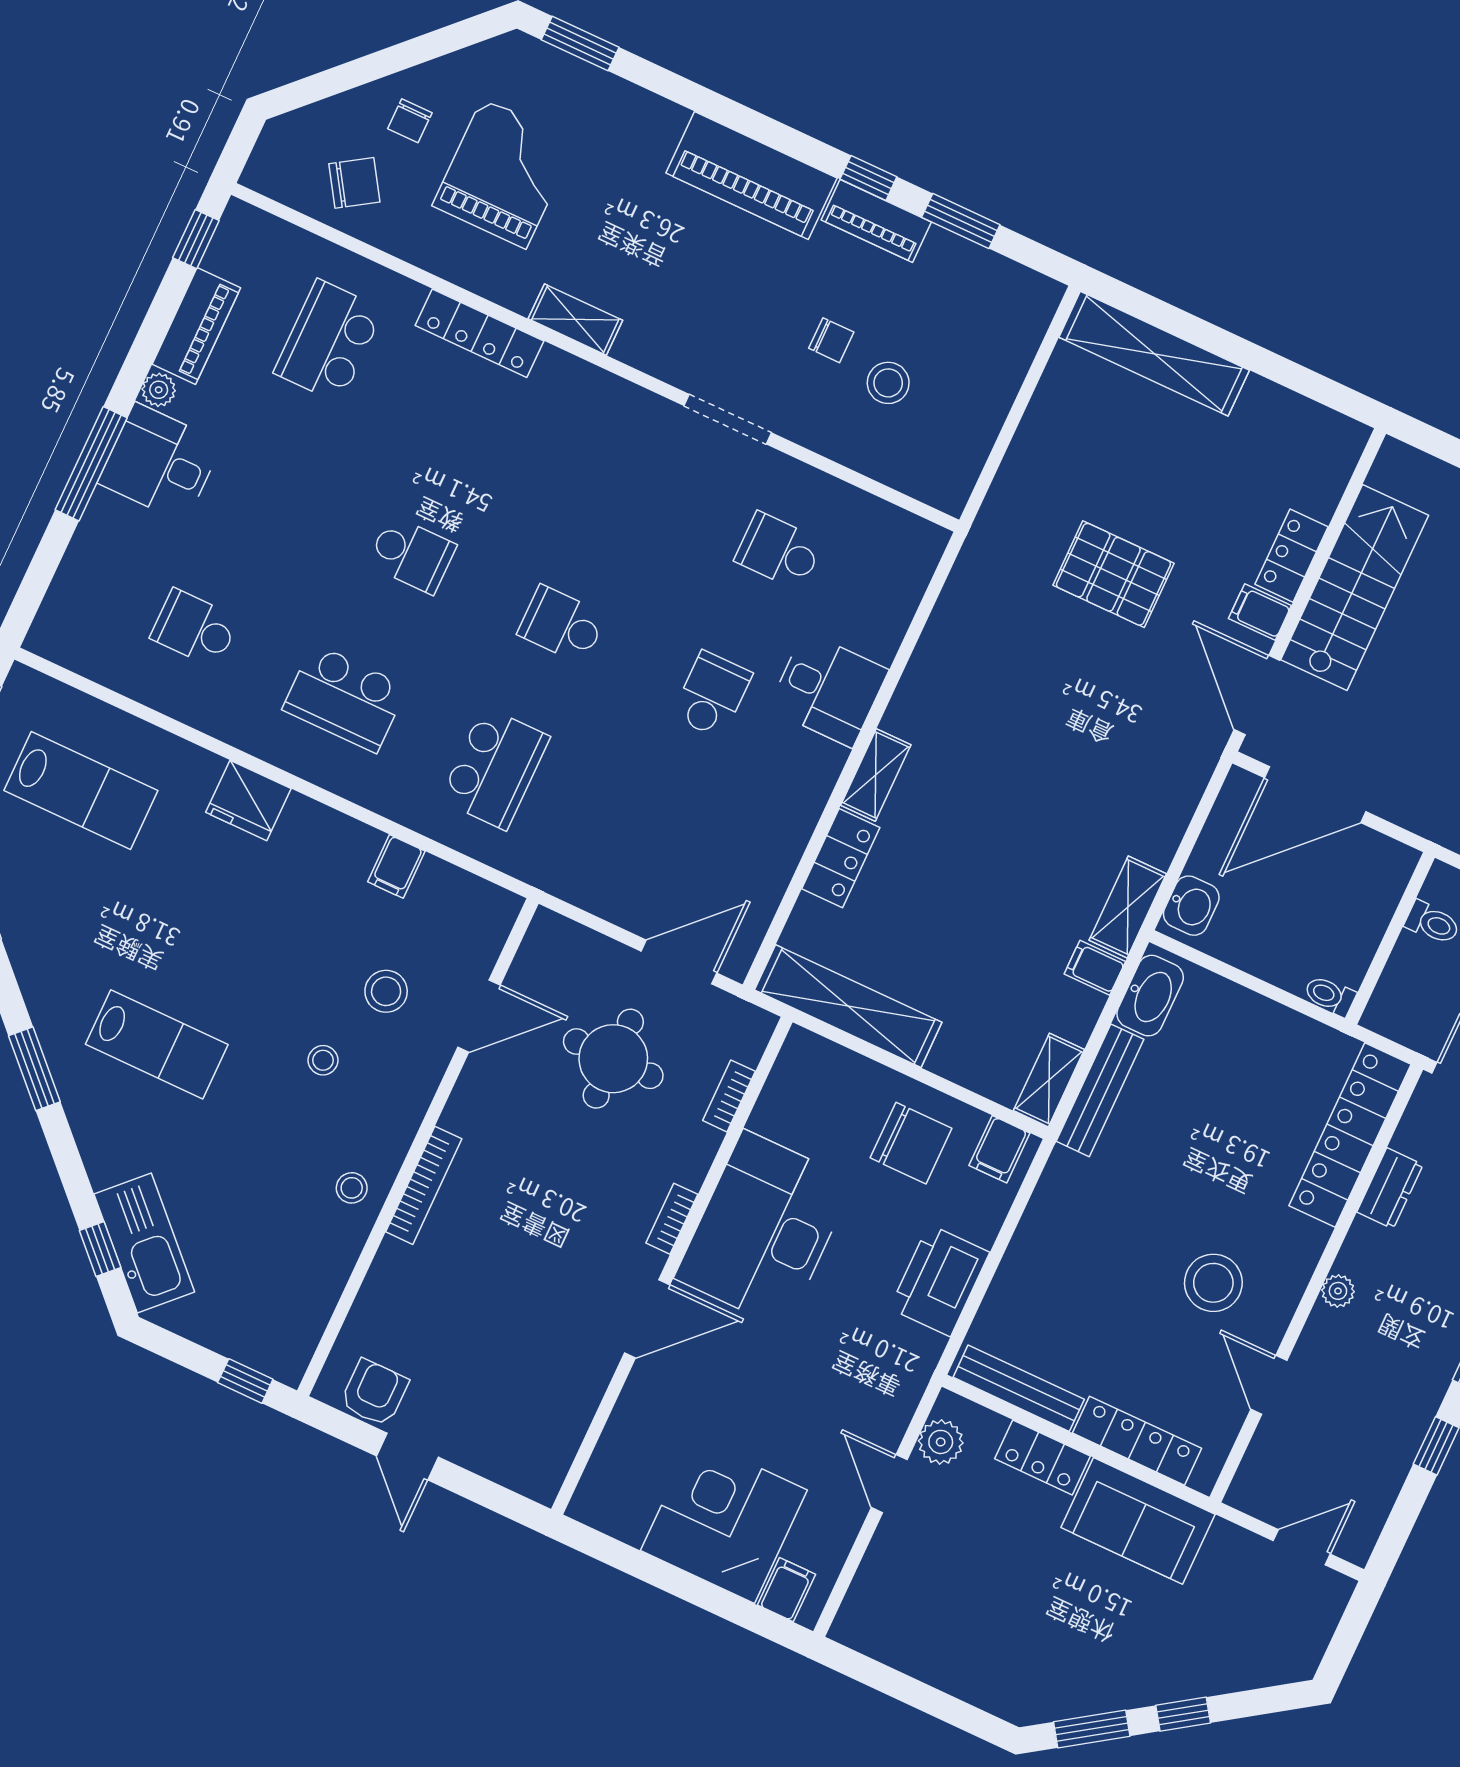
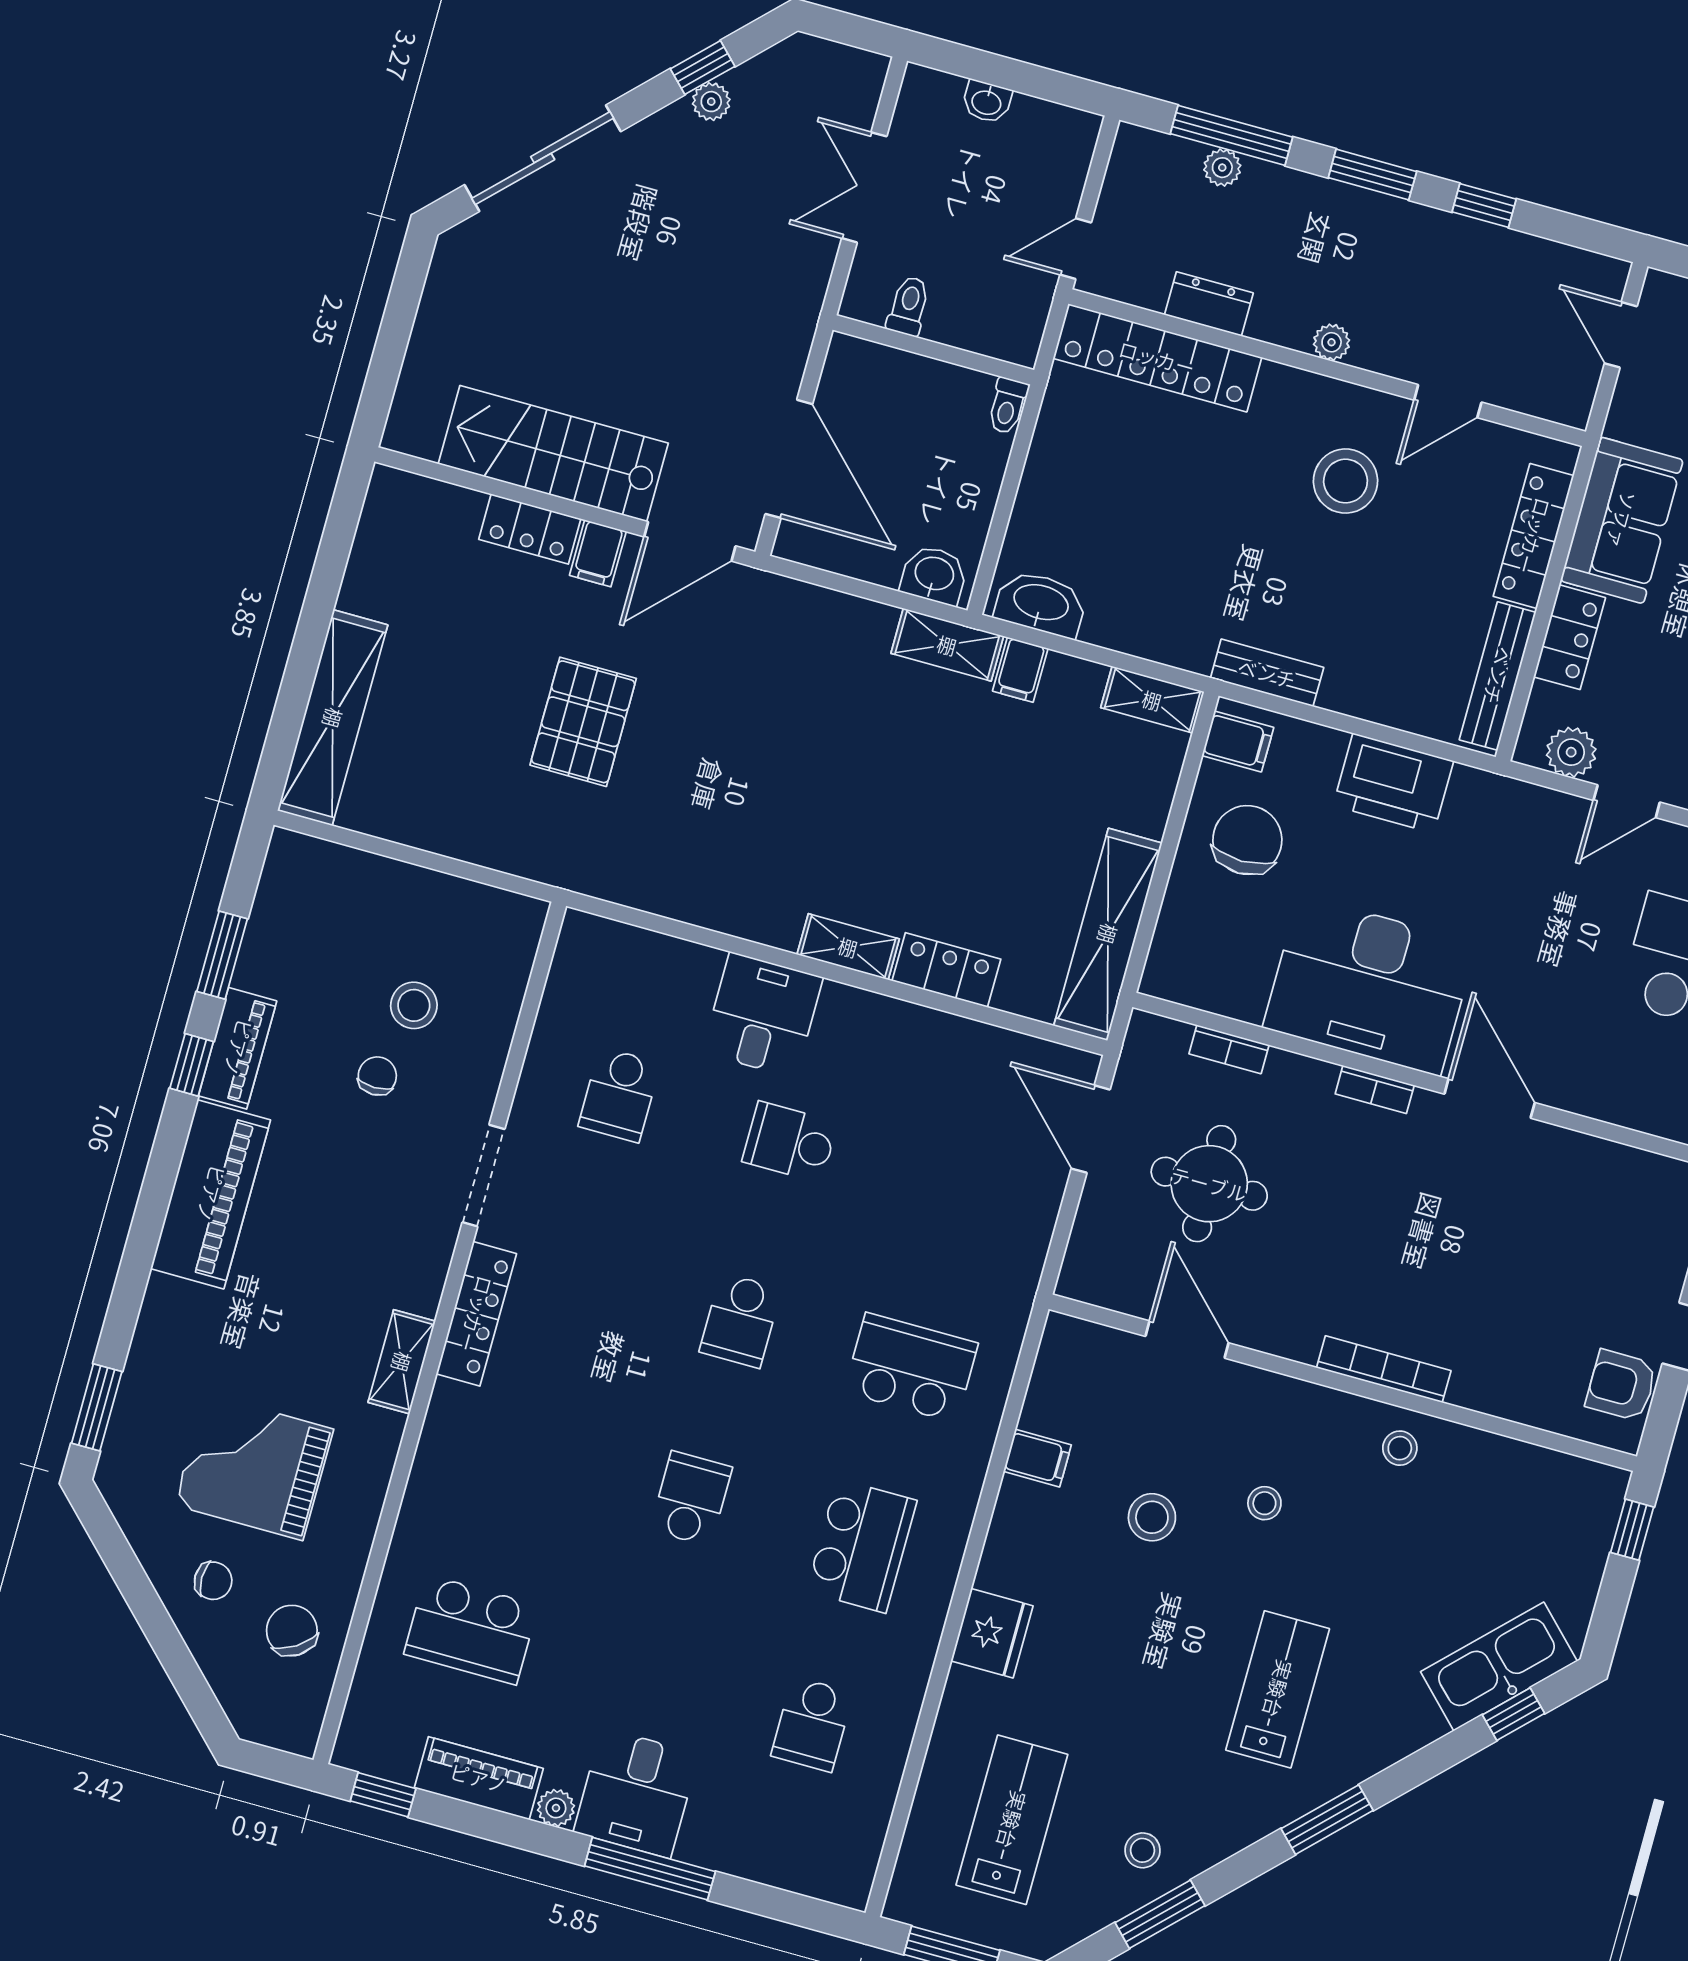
locker: (480, 333) -> (476, 1314), moved
stool: (35, 901) -> (1143, 1850), added
stool: (386, 991) -> (1152, 1517), moved
bench: (1100, 1090) -> (1267, 673), moved, width x0.73

